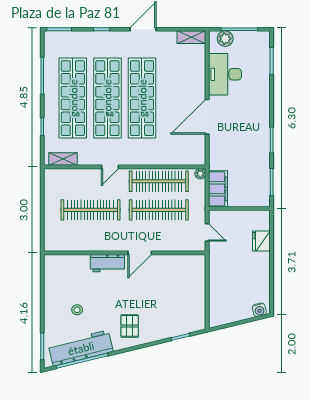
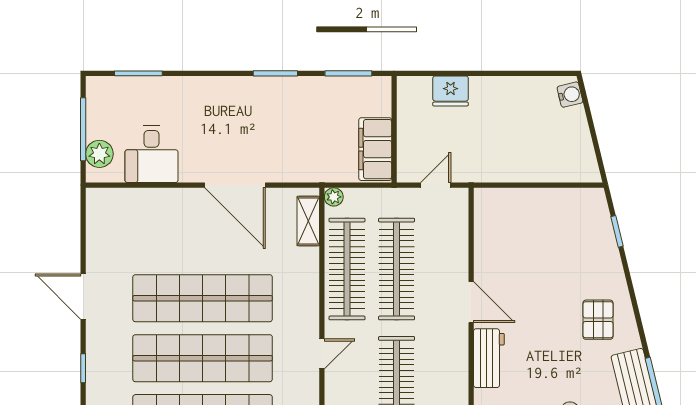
shelving: (191, 37) -> (308, 221), moved
desk: (225, 74) -> (151, 154), width x0.73
door: (110, 167) -> (322, 354), hinge flipped
filing cabinet: (218, 189) -> (375, 149), moved, turned -90
pallet: (130, 326) -> (598, 320), turned 90

